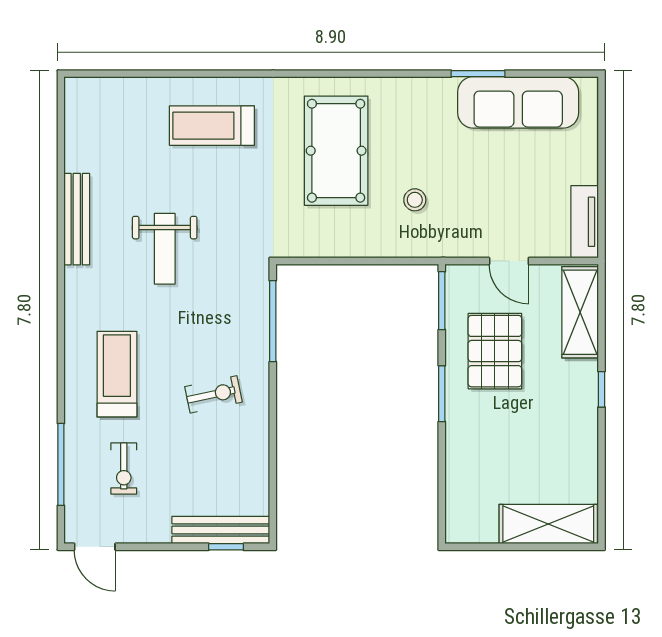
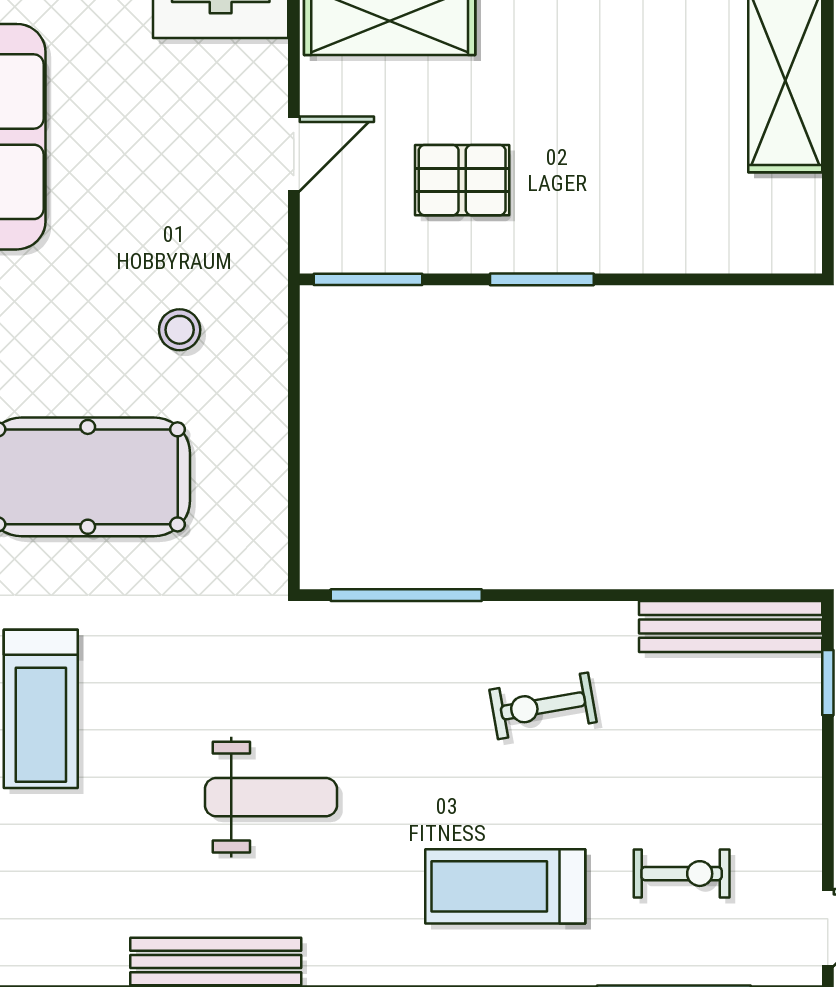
pallet: (495, 351) -> (462, 180), width x0.67, depth x0.71
exercise bike: (214, 394) -> (543, 706), turned -88
bench: (221, 530) -> (731, 626), moved, turned 90

